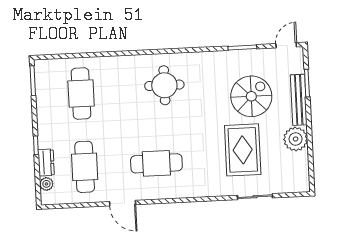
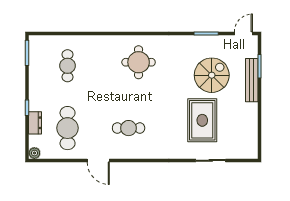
cafe table: (81, 93) -> (68, 66), width x0.73, depth x0.74
plant: (296, 139) -> (247, 113), removed
cafe table: (156, 163) -> (129, 128), width x0.73, depth x0.74
plant: (46, 184) -> (34, 153), moved

